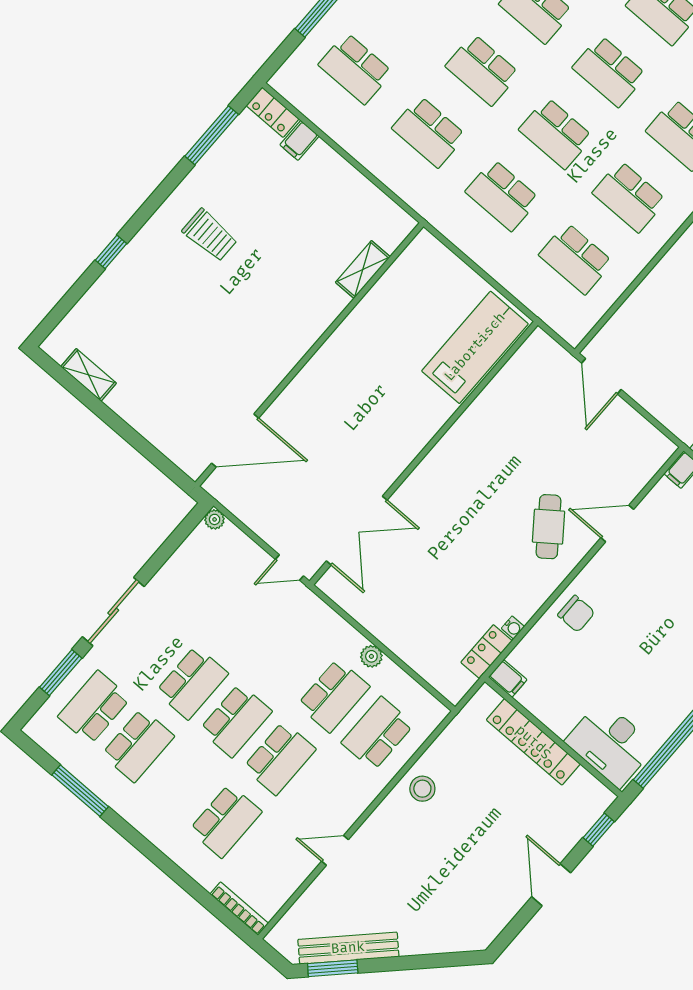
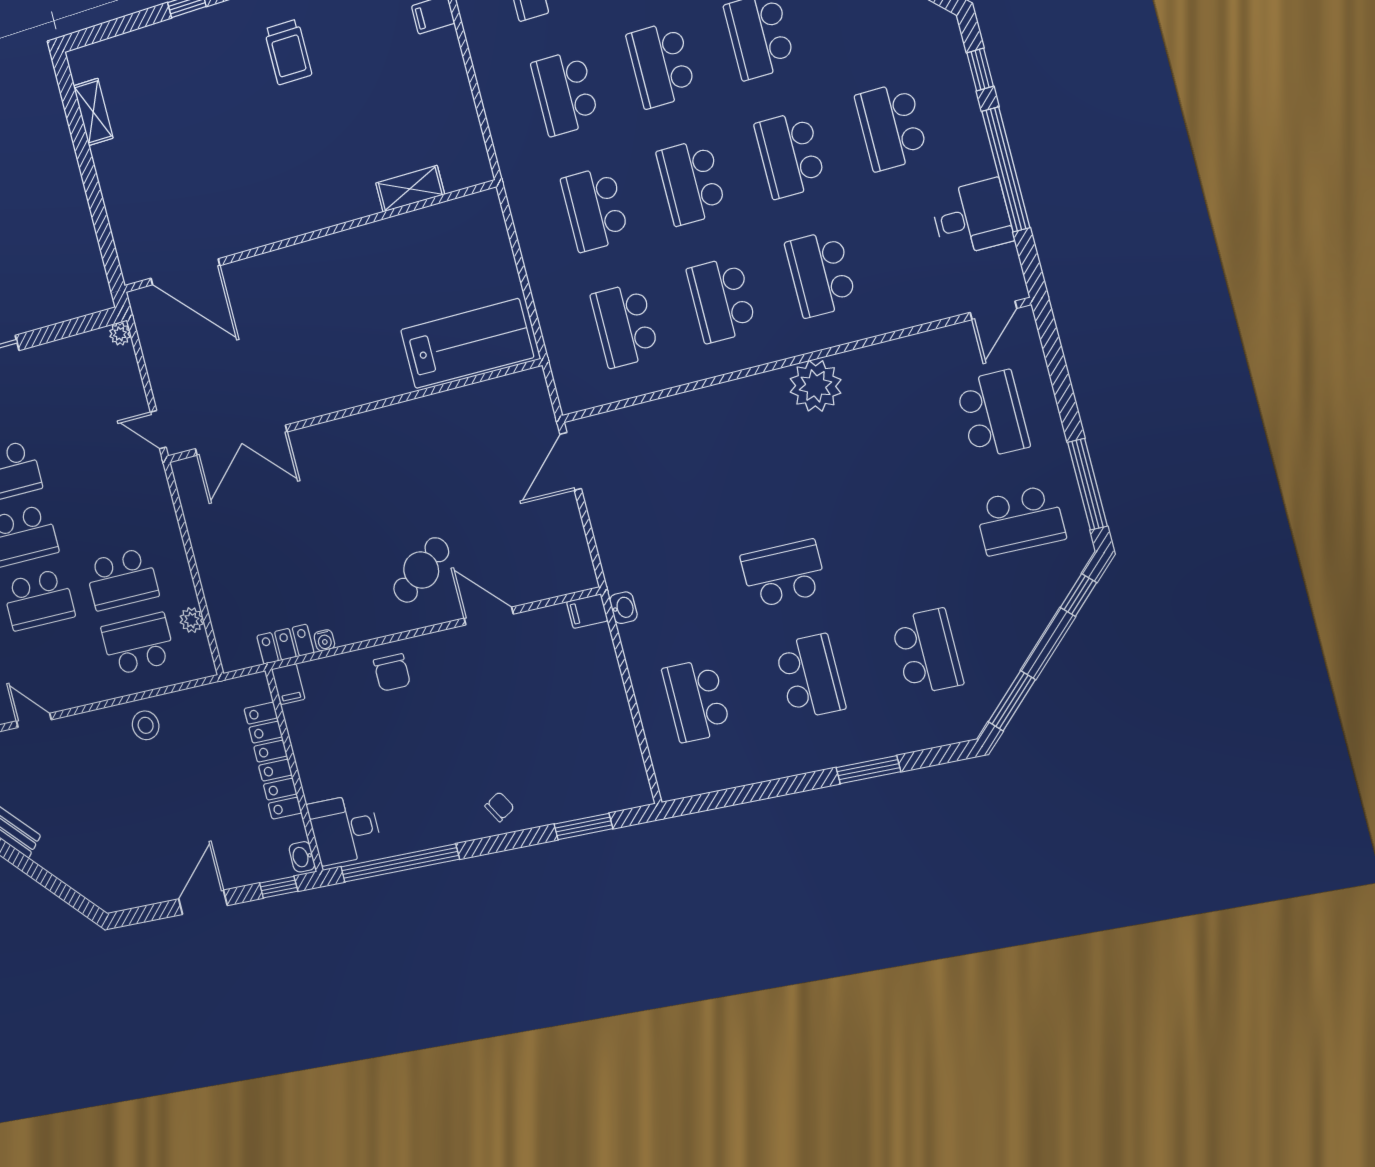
plant: (371, 656) -> (192, 620), moved
desk: (610, 744) -> (345, 829), width x0.73
washbasin: (601, 794) -> (302, 857), added

